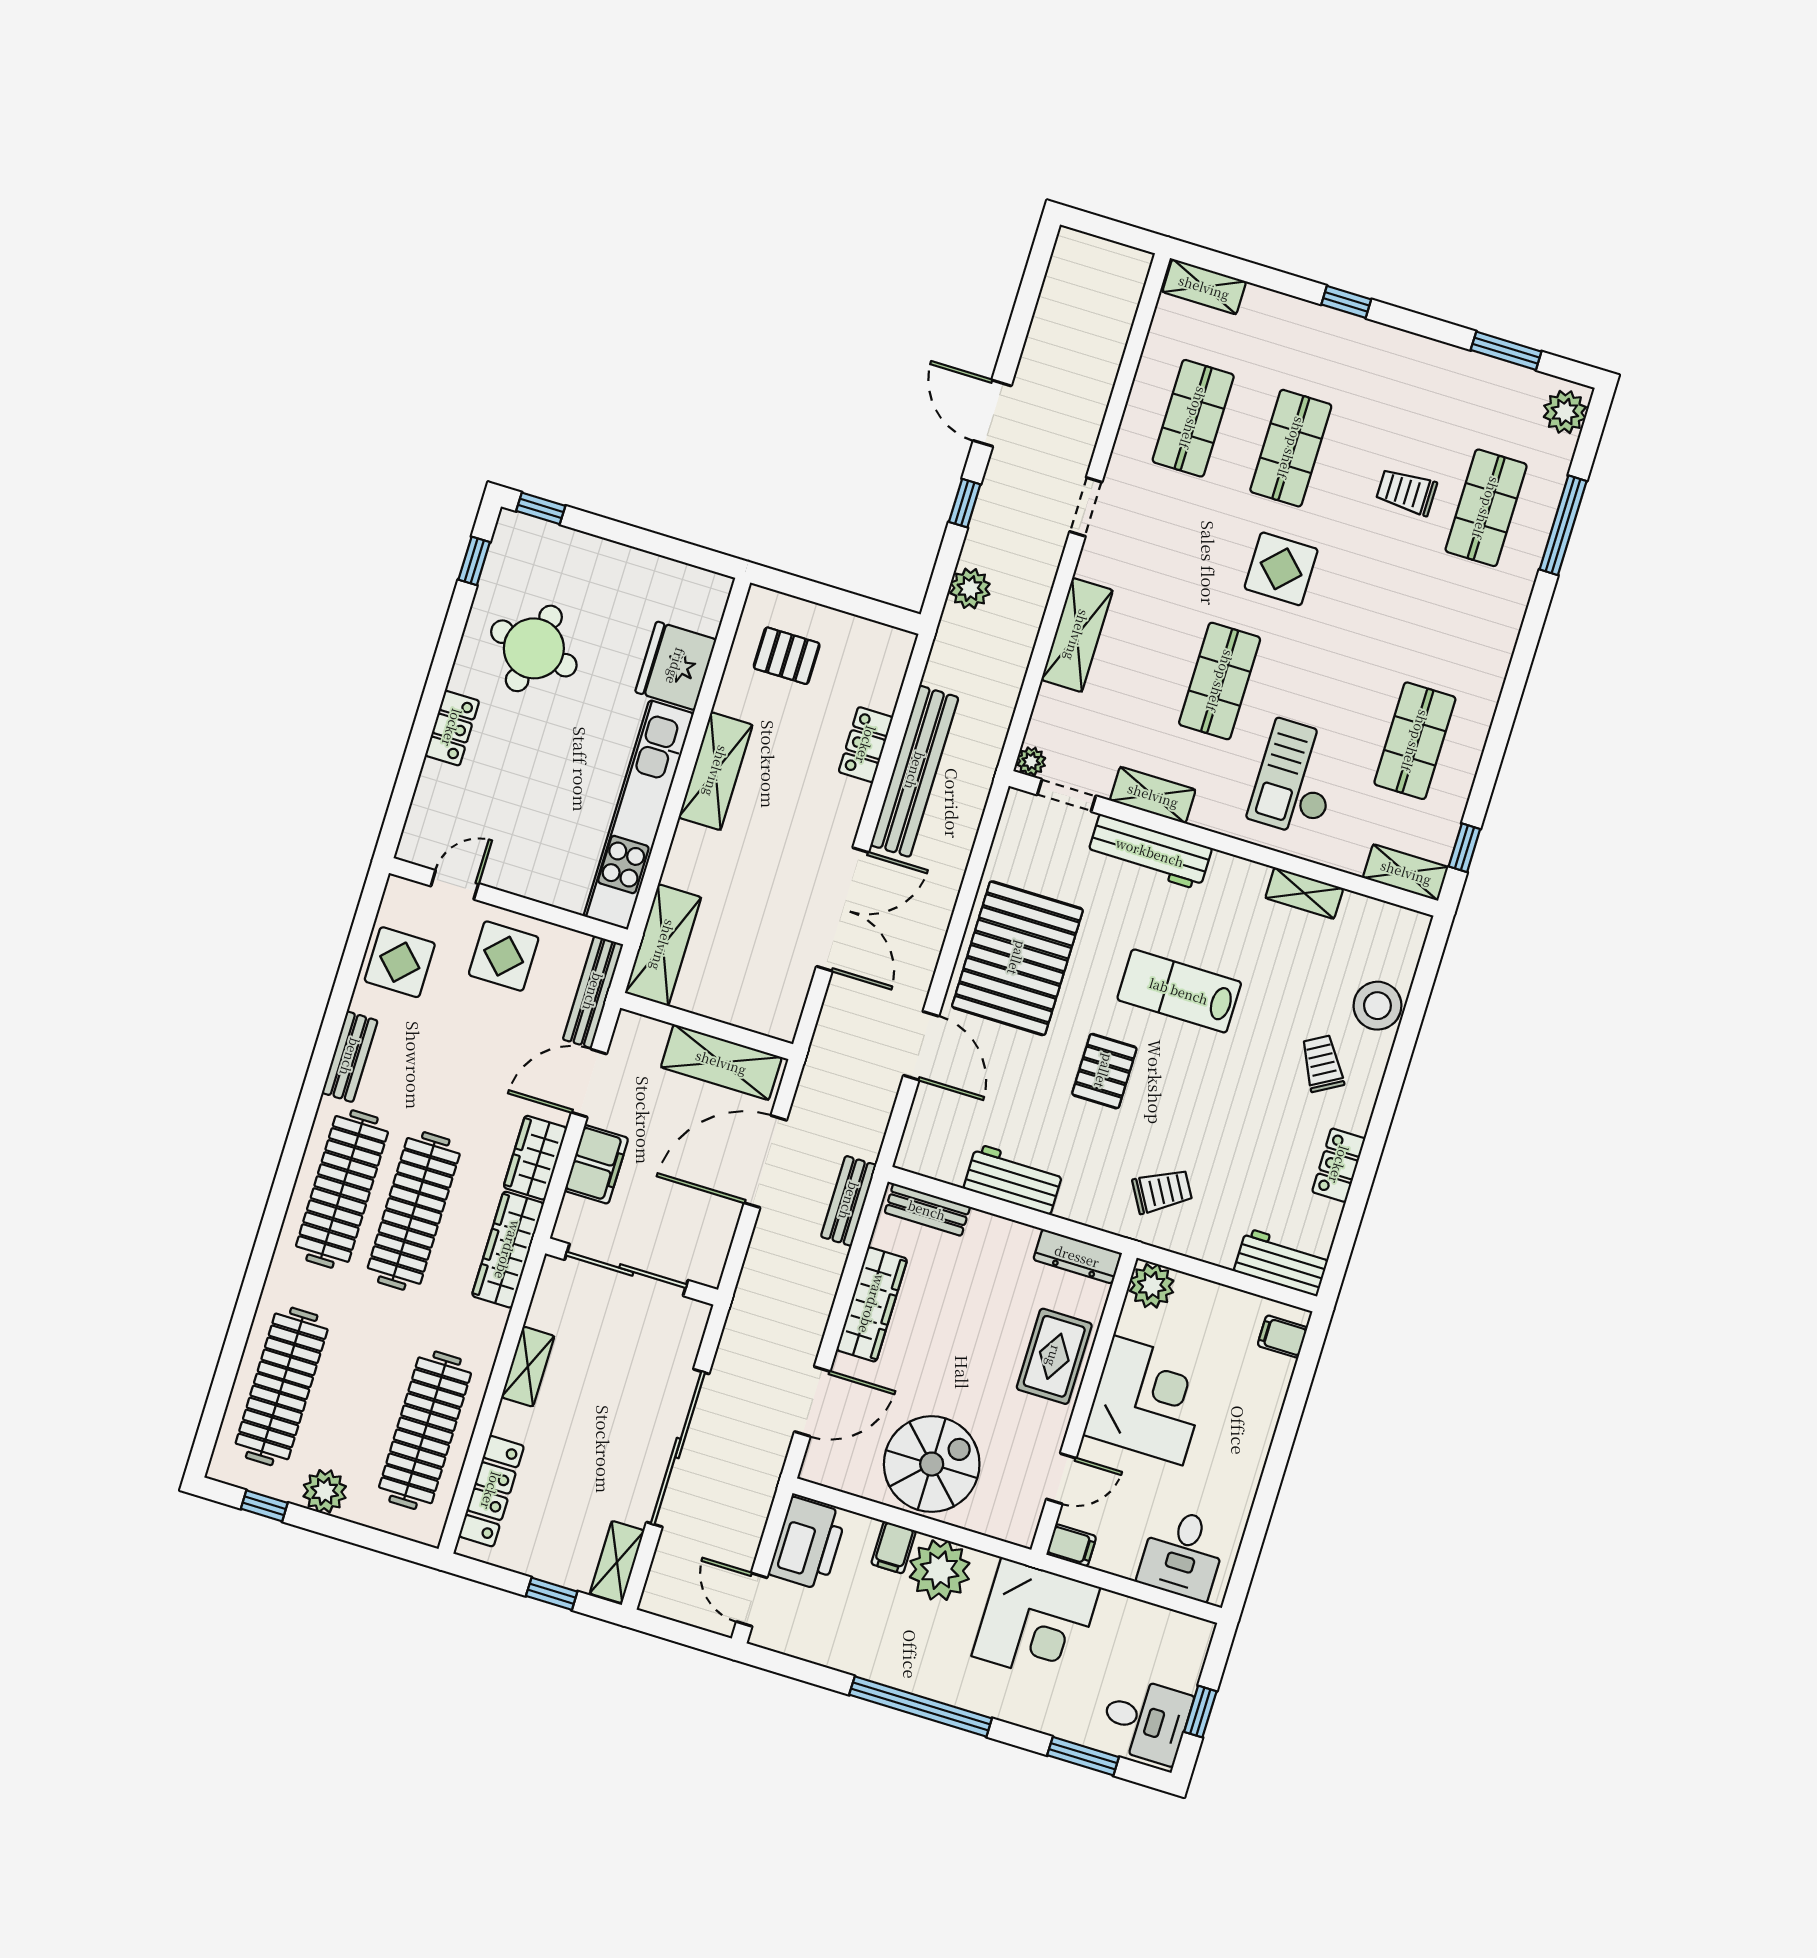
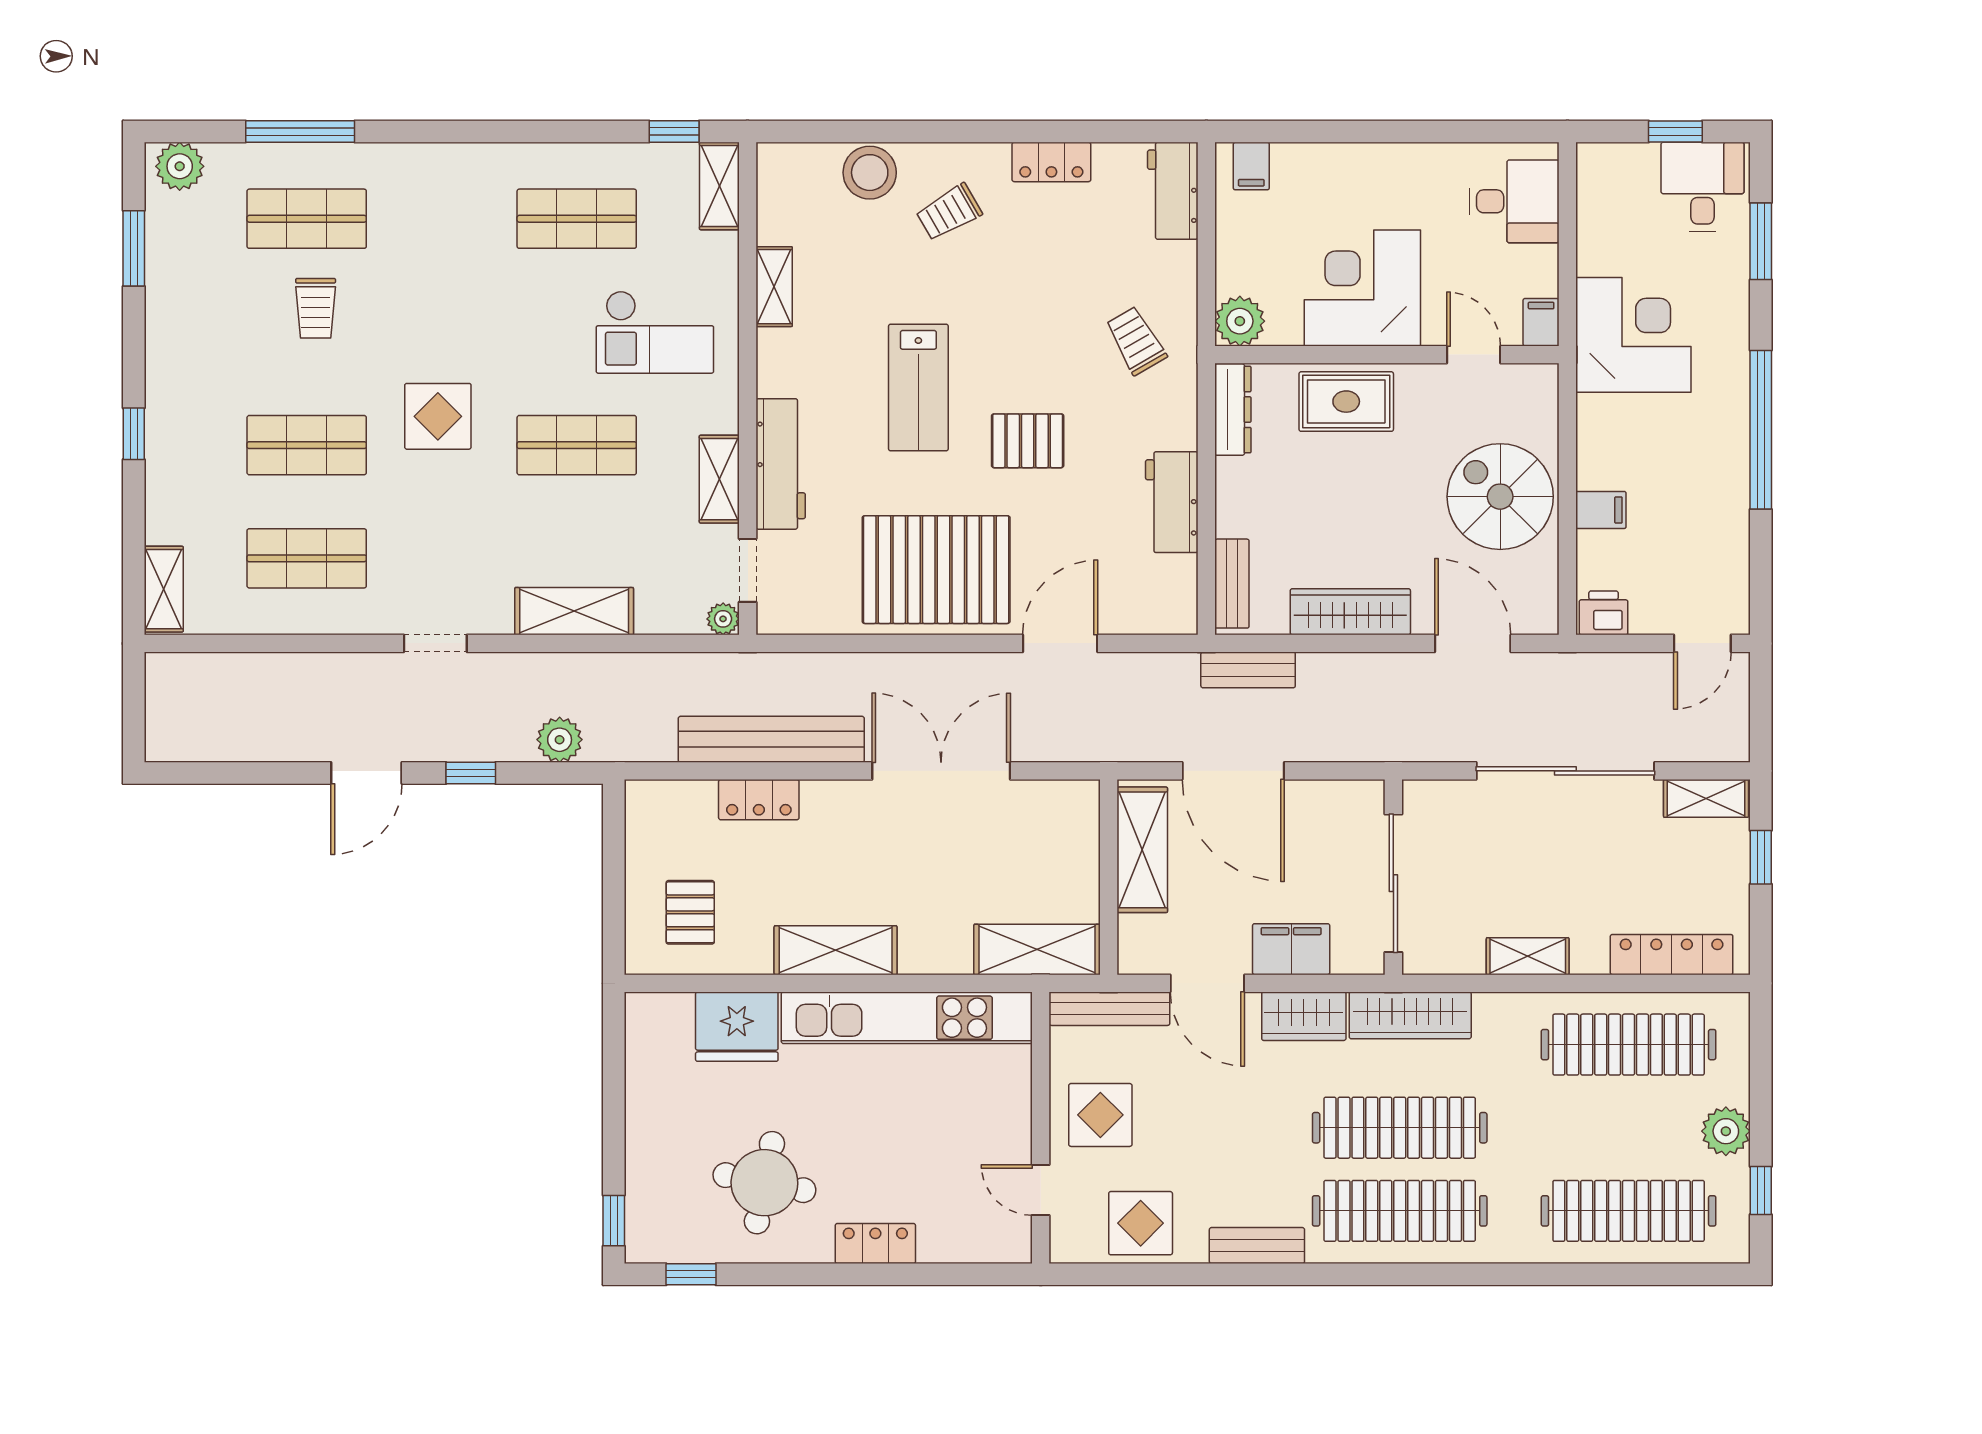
printer: (808, 1544) -> (1604, 613), width x0.53, depth x0.68
plant: (940, 1570) -> (1610, 454), removed

